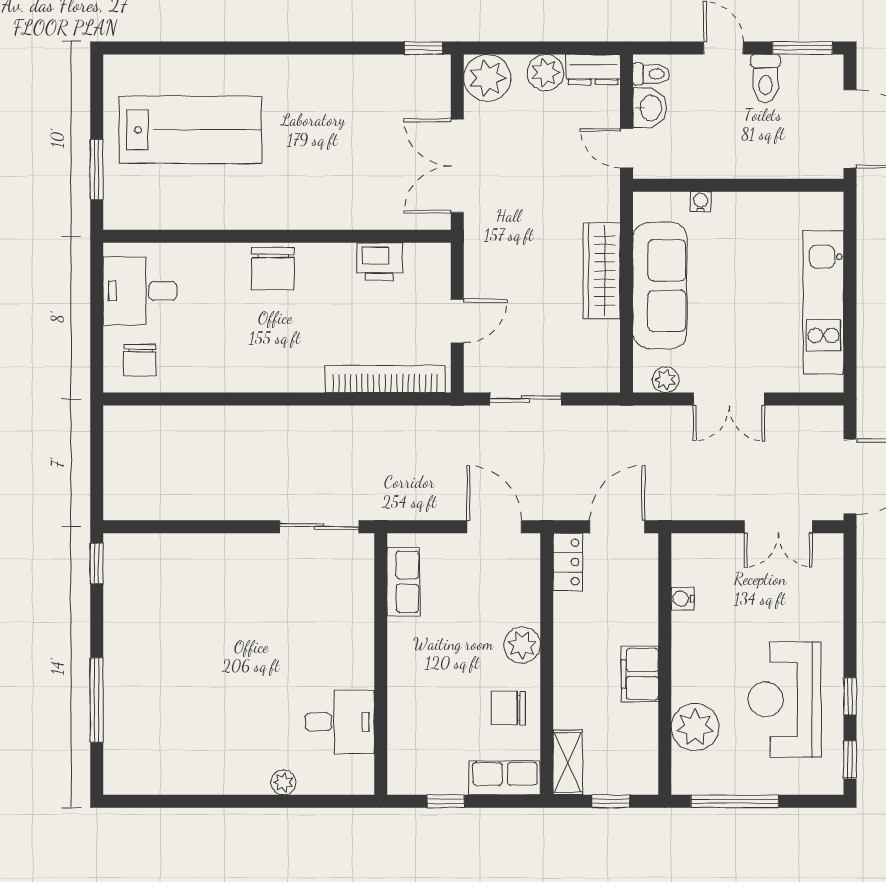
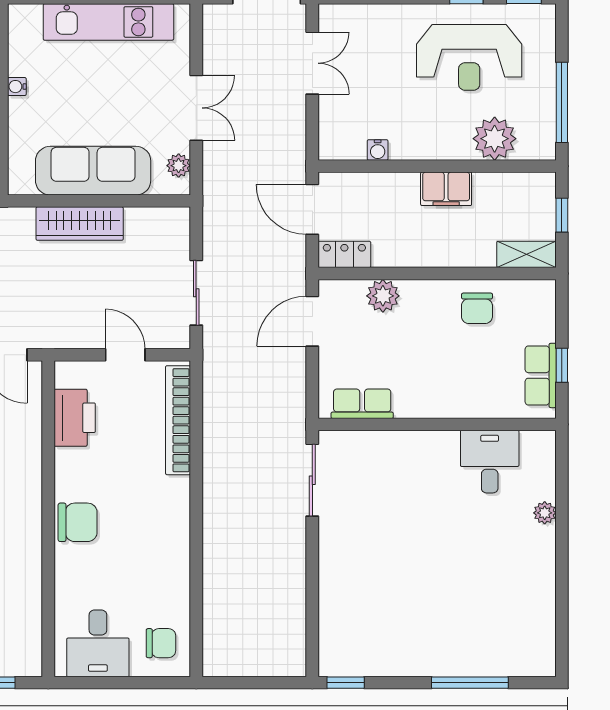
water cooler: (701, 202) -> (17, 87), moved
printer: (379, 262) -> (75, 418), width x1.37, depth x1.19
plant: (522, 645) -> (383, 296), moved
row of seats: (505, 778) -> (541, 375), moved

